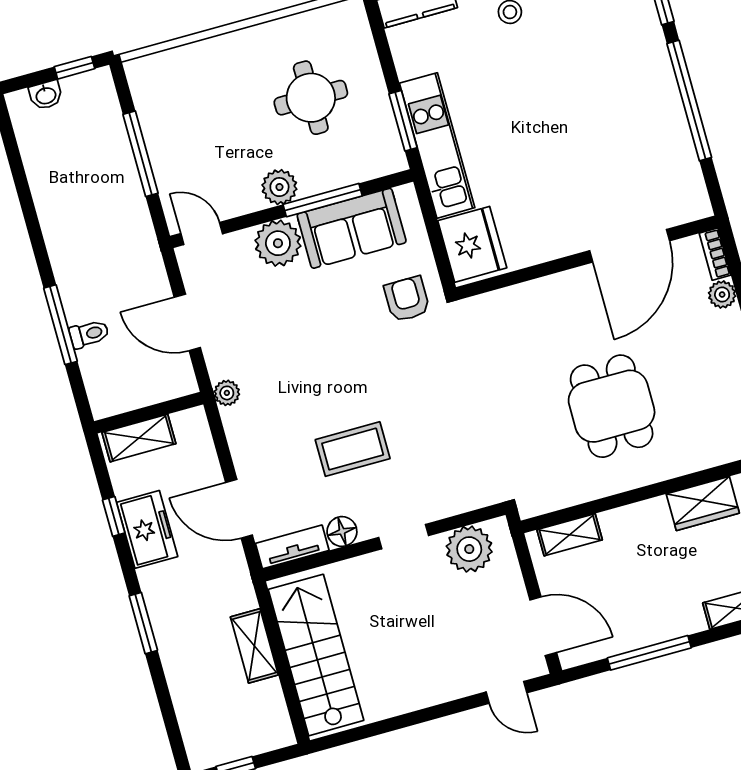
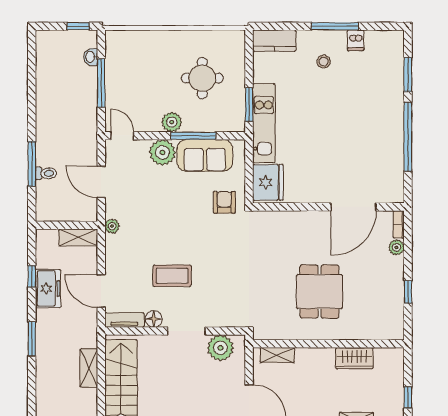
washbasin: (46, 95) -> (91, 57), moved, turned 90
shelving: (139, 438) -> (78, 237), moved
doorway: (404, 537) -> (187, 331), width x1.38

